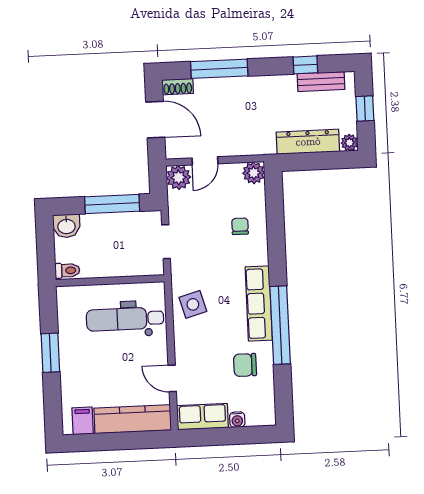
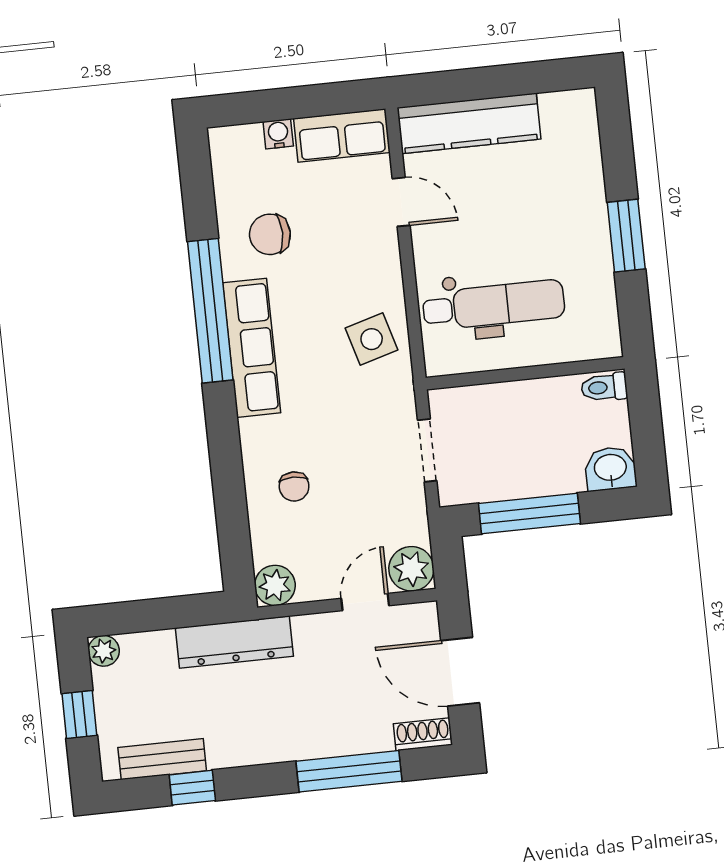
dresser: (308, 142) -> (234, 642), moved
chair: (245, 365) -> (270, 234), turned 180
filing cabinet: (83, 421) -> (560, 115), removed

